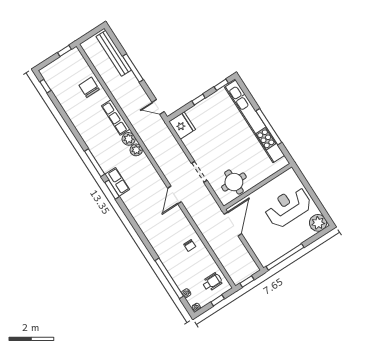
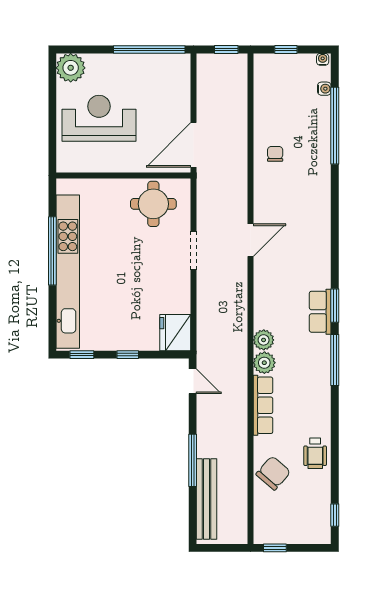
chair: (89, 87) -> (273, 473), turned -139
reception desk: (288, 207) -> (99, 118), turned 180
wheelchair: (212, 282) -> (315, 453), moved, turned -90

